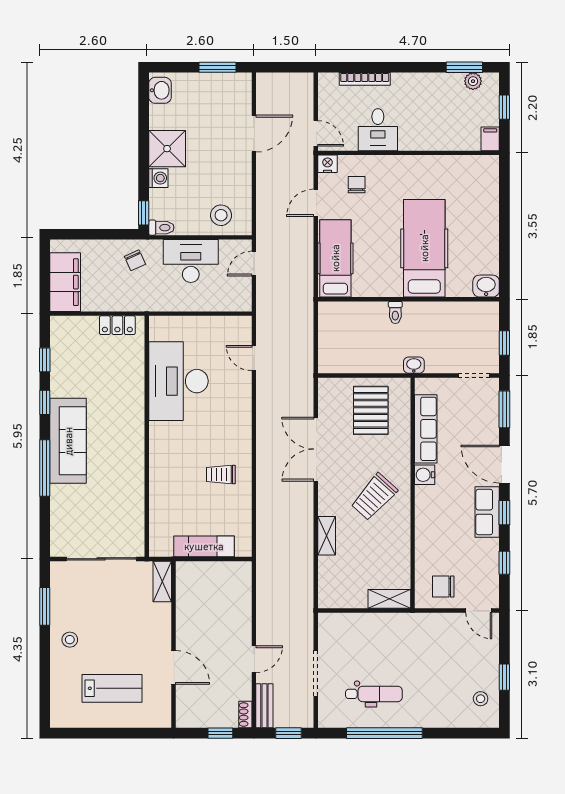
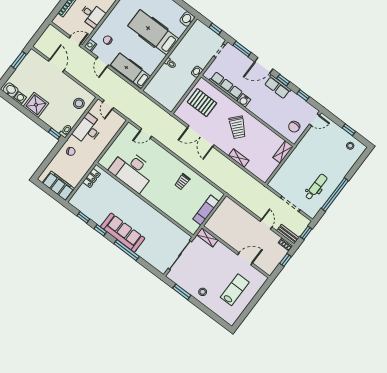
washing machine: (158, 178) -> (20, 98), moved

